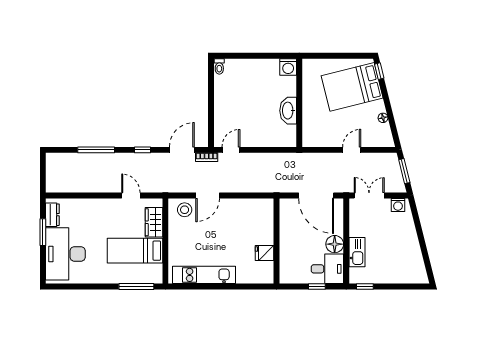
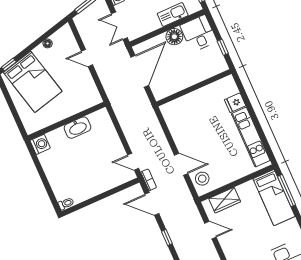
door: (131, 195) -> (210, 230), swing flipped
bed: (135, 251) -> (274, 198), moved
fridge: (264, 253) -> (235, 103), moved, turned 90
window: (317, 287) -> (223, 47), moved

